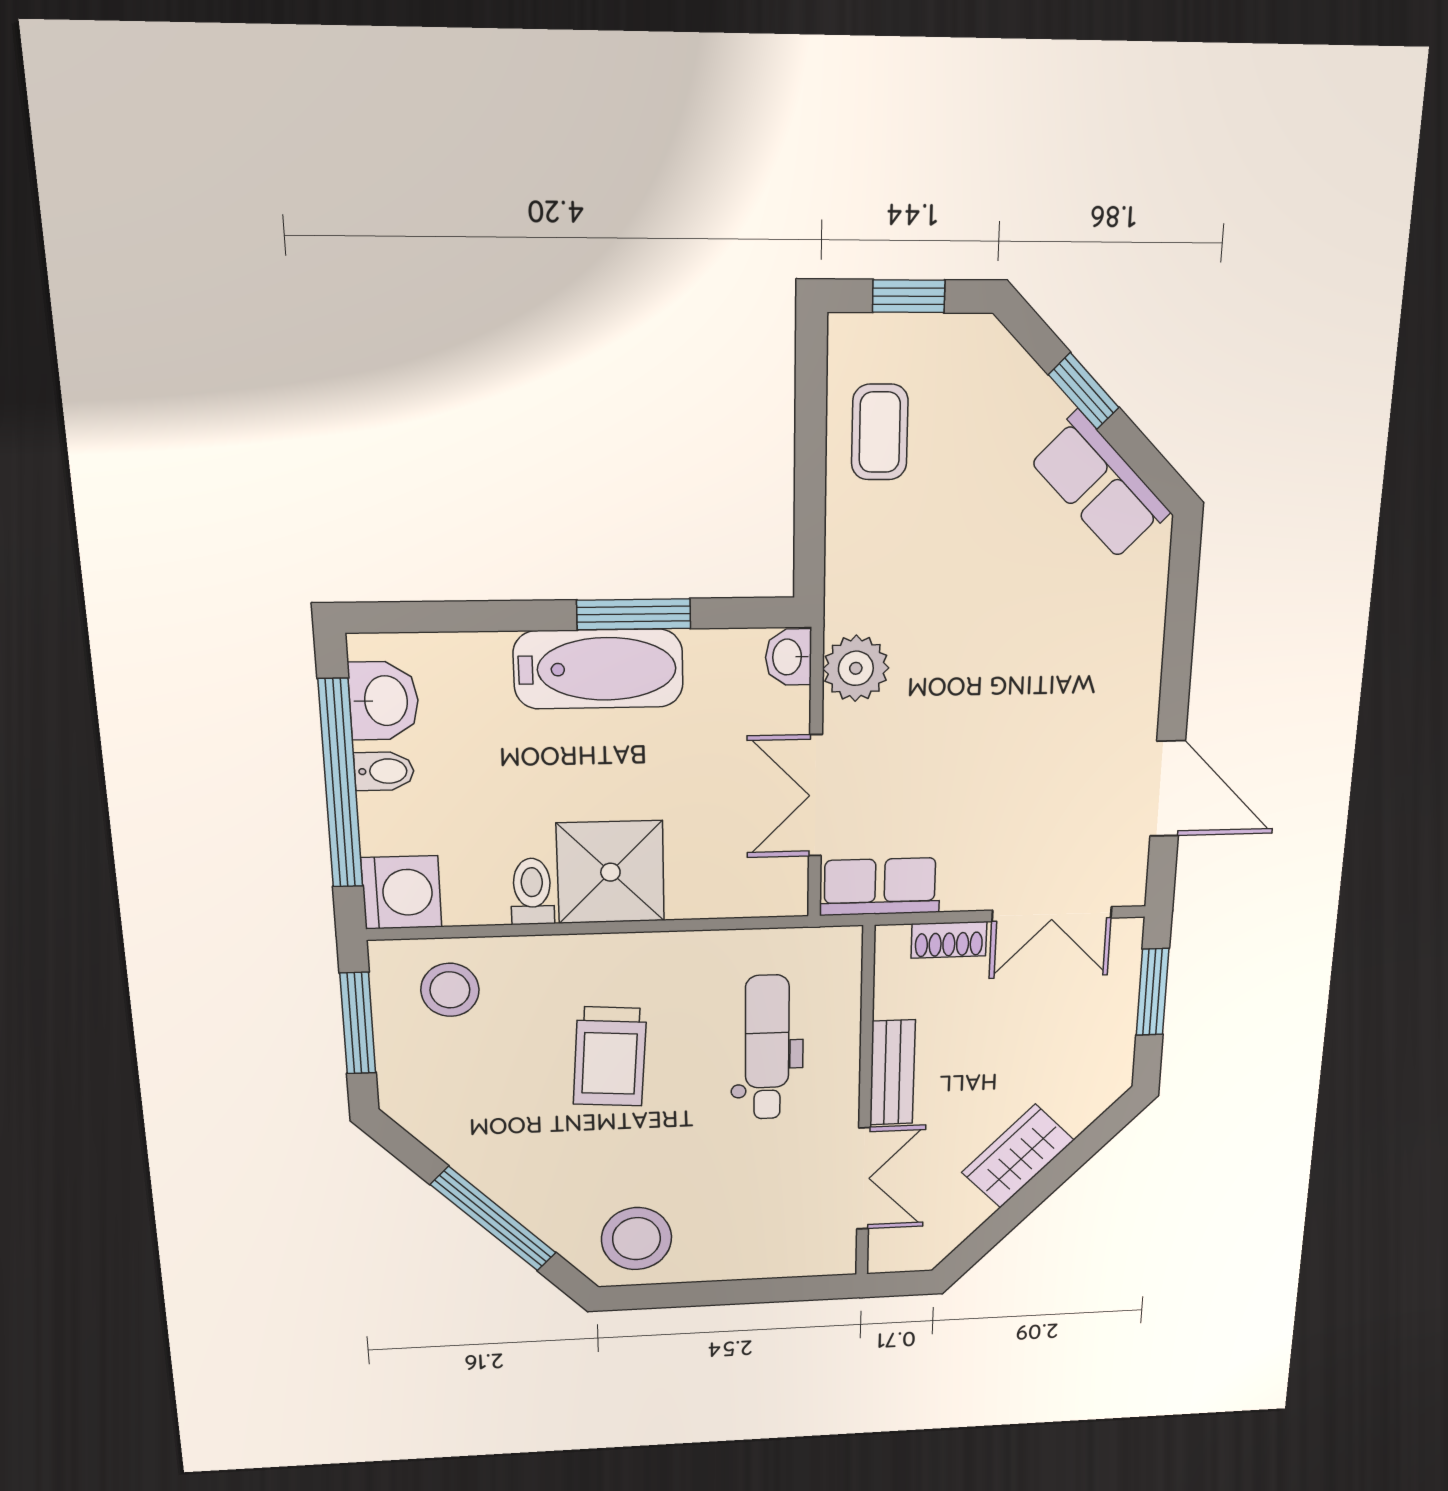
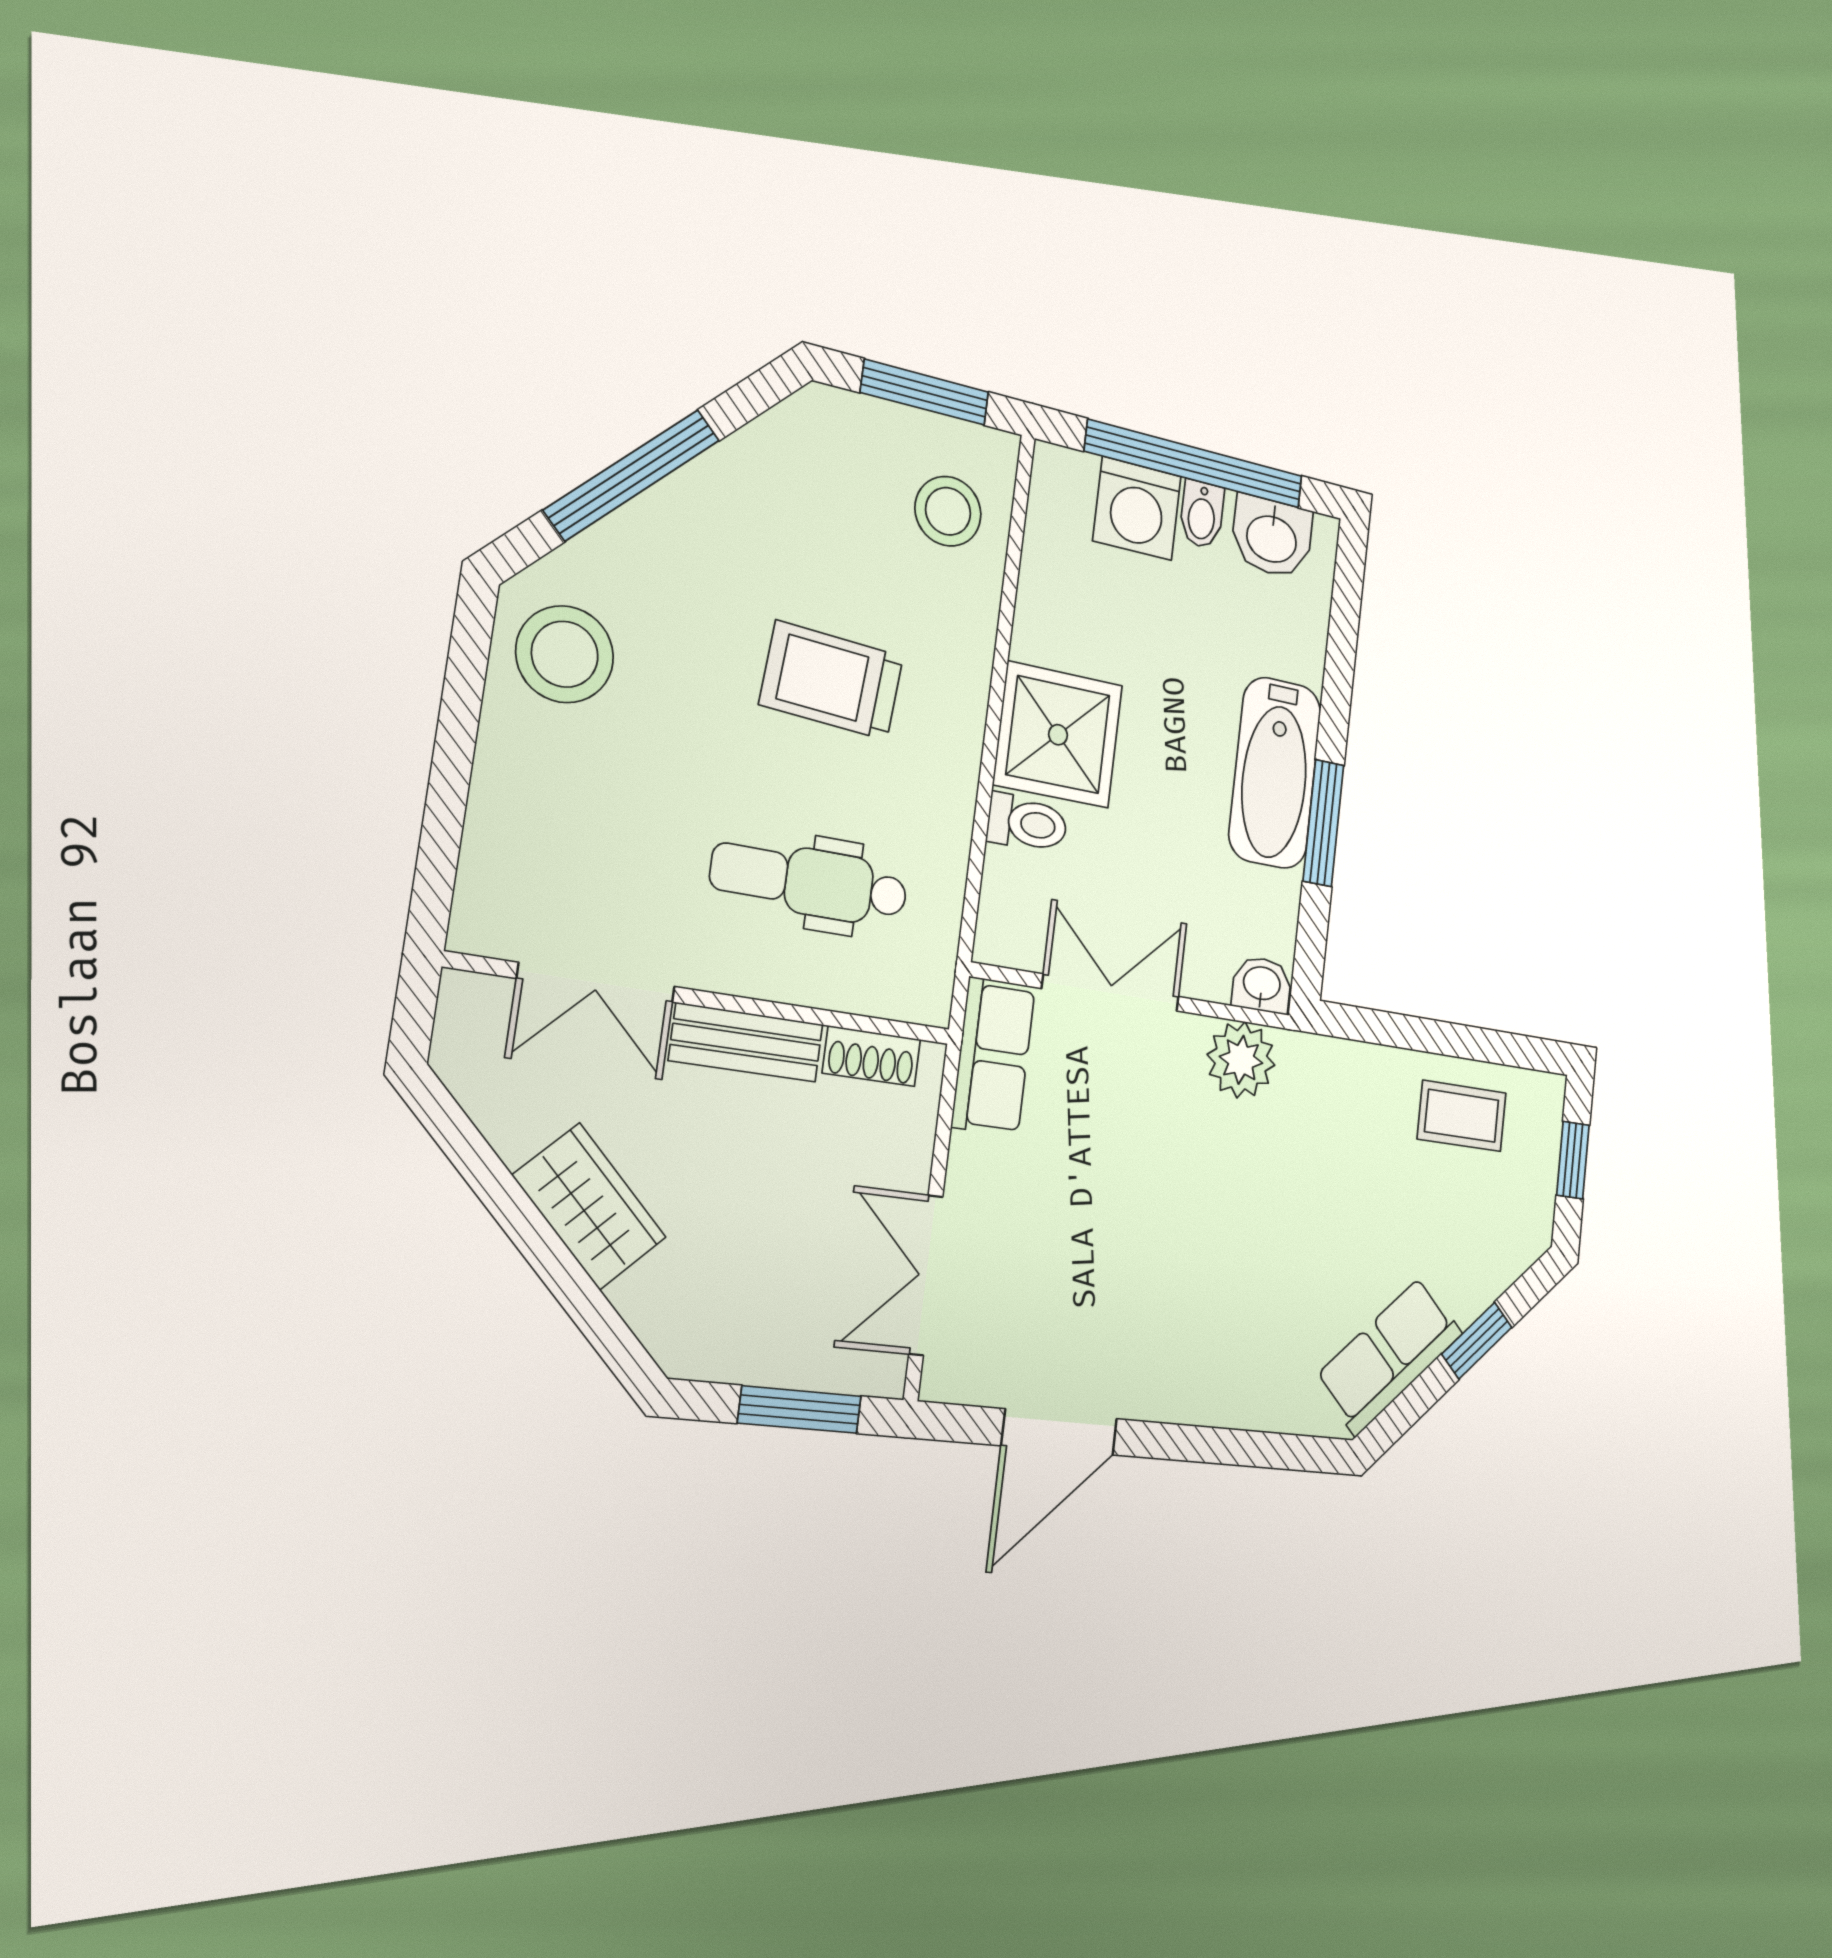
toilet: (532, 891) -> (1027, 823), moved
washing machine: (401, 892) -> (1137, 508), moved
shoe rack: (949, 940) -> (872, 1056), moved, turned -90
dental chair: (767, 1048) -> (810, 882), turned 180

